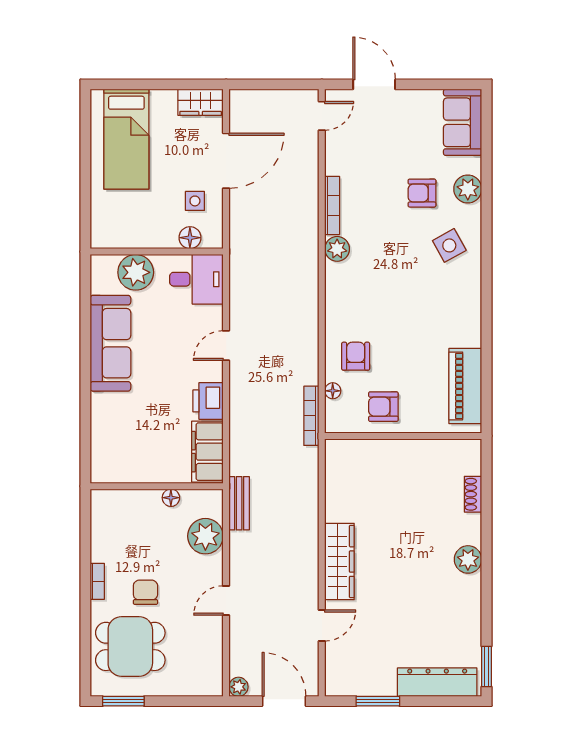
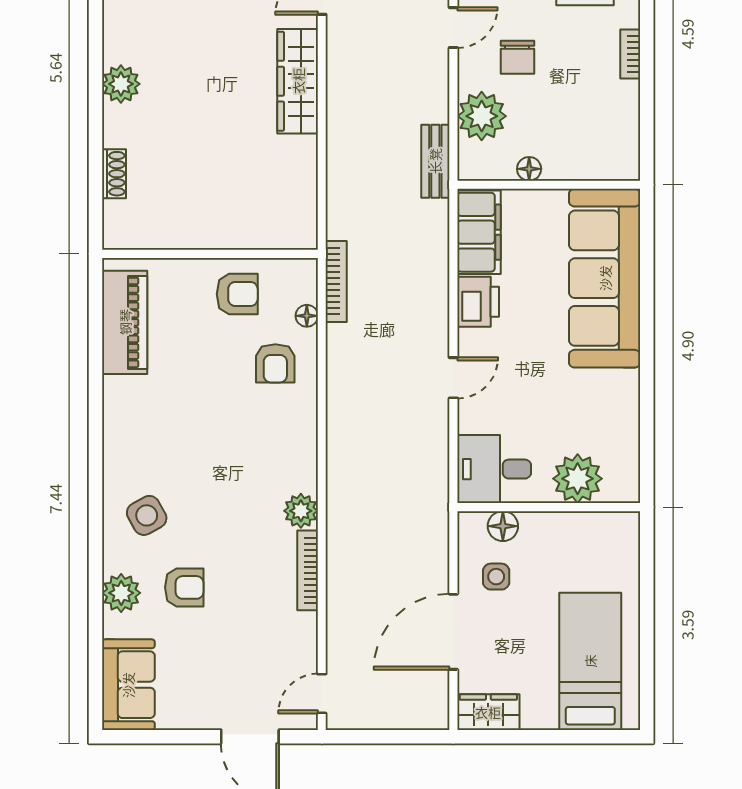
sofa: (110, 343) -> (605, 278), moved, width x1.36, depth x1.27
chair: (145, 592) -> (517, 57), moved

